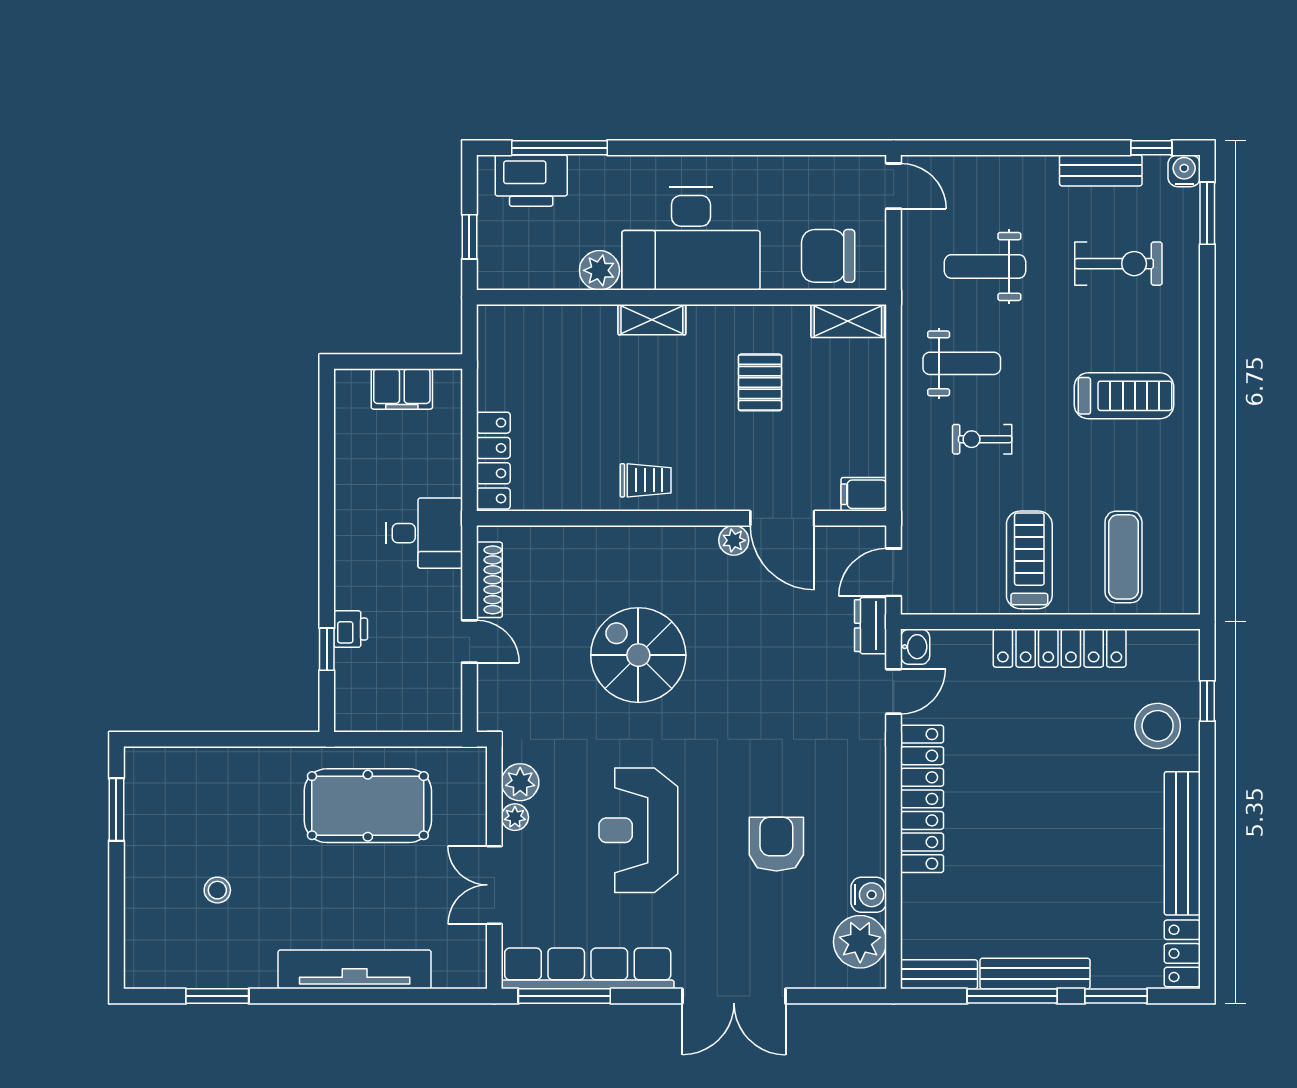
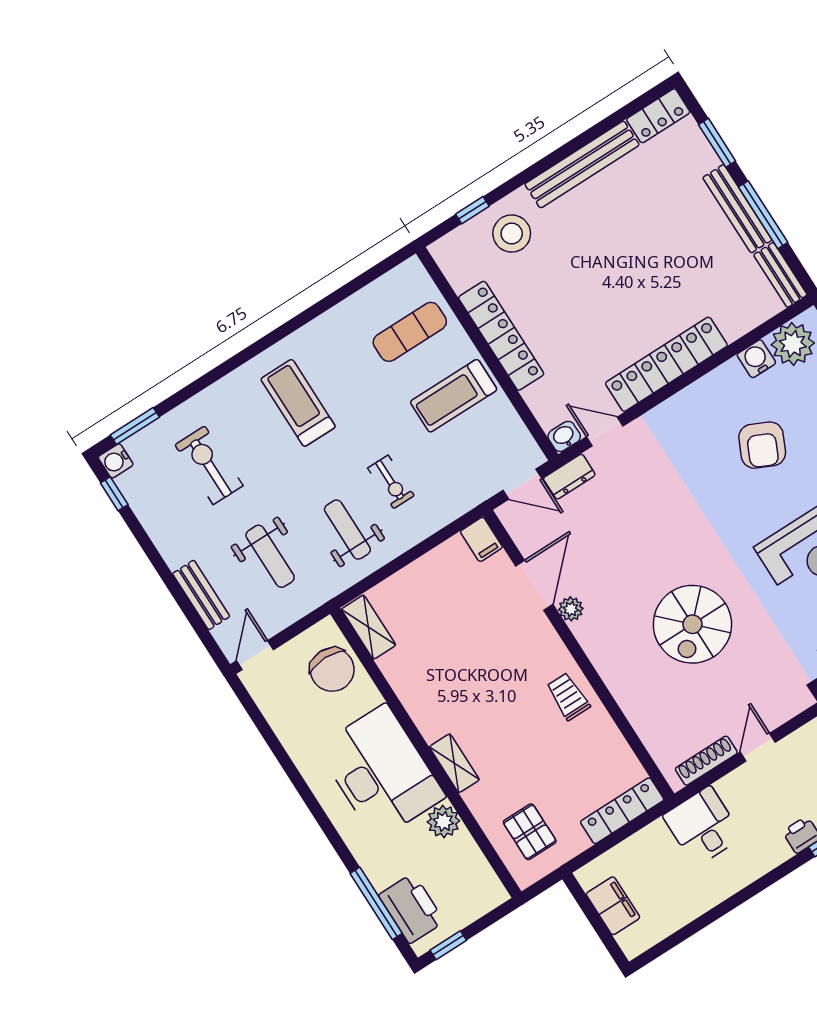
bench: (1101, 170) -> (201, 595), moved
window: (469, 237) -> (448, 945), moved
pallet: (760, 382) -> (530, 832), moved, turned 90
armchair: (776, 844) -> (762, 445), turned -65

